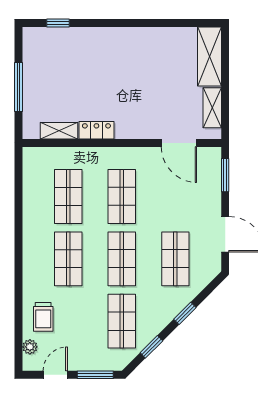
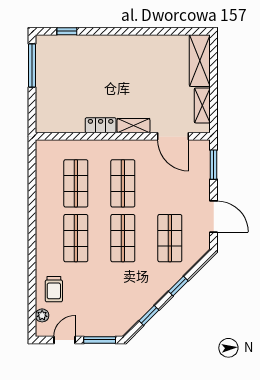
window: (18, 87) -> (32, 66), moved
shelving: (59, 131) -> (134, 126), moved
shop shelf: (122, 321) -> (123, 293), removed

